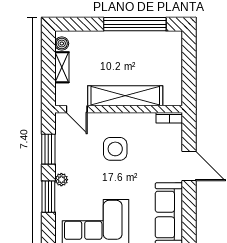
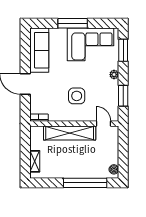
window: (135, 24) -> (85, 183), moved
shelving: (62, 67) -> (35, 161), moved
window: (48, 197) -> (123, 50), moved

